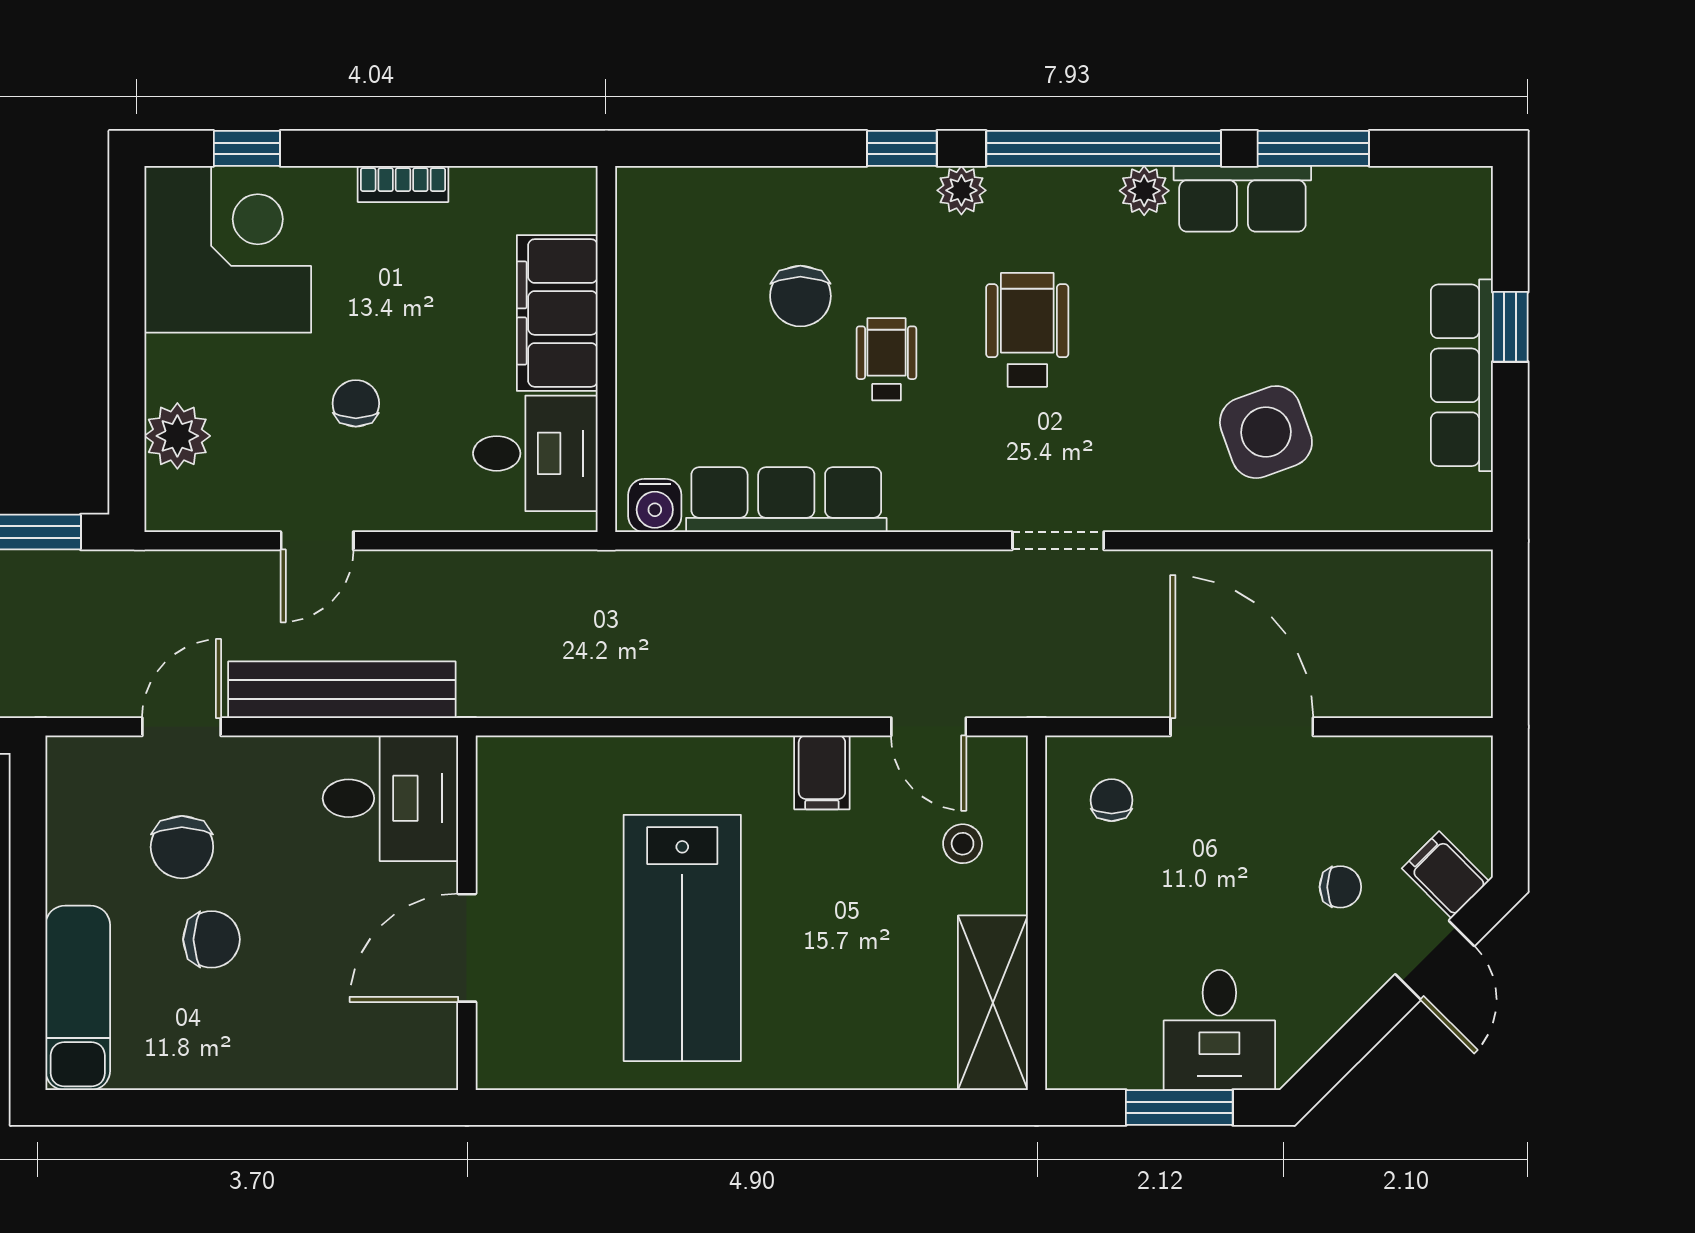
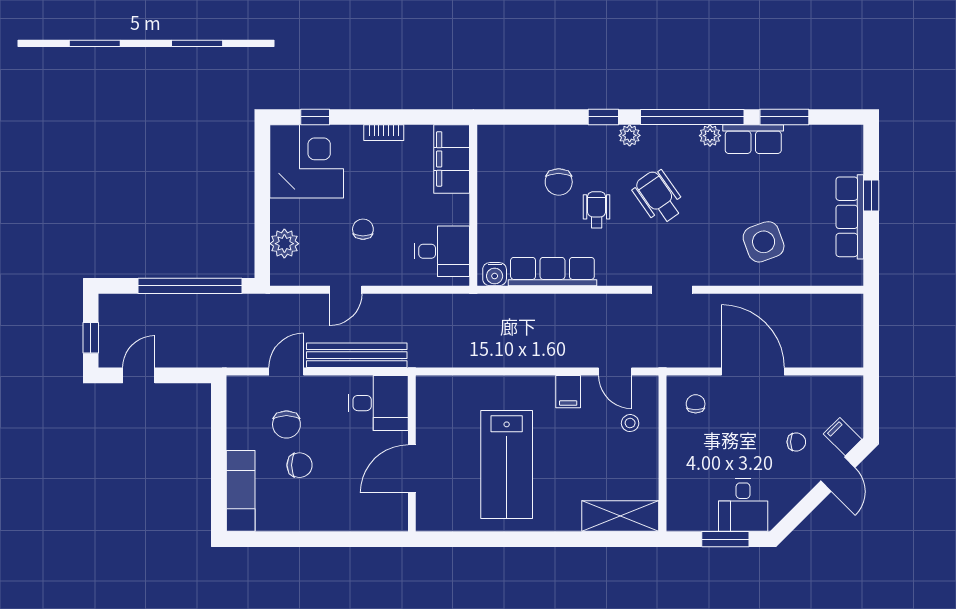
filing cabinet: (557, 313) -> (452, 159), moved
wheelchair: (1027, 330) -> (659, 197), turned -35
shelving: (993, 1003) -> (620, 516), moved, turned 90

